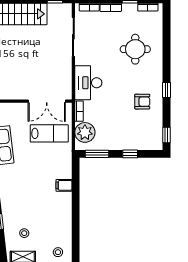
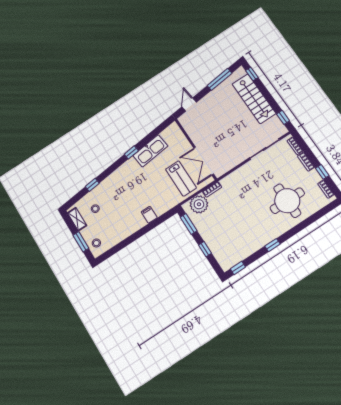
round table: (135, 49) -> (287, 201), width x1.36, depth x1.36
desk: (88, 83) -> (238, 182), removed
armchair: (142, 102) -> (251, 232), removed

